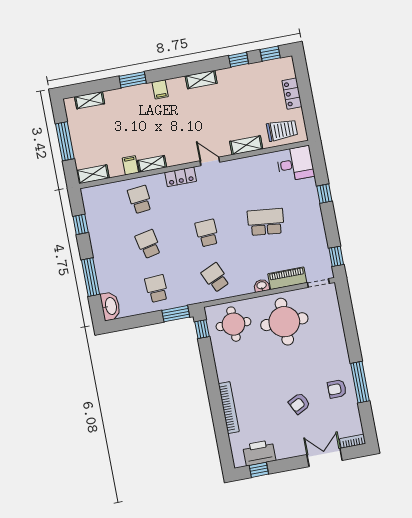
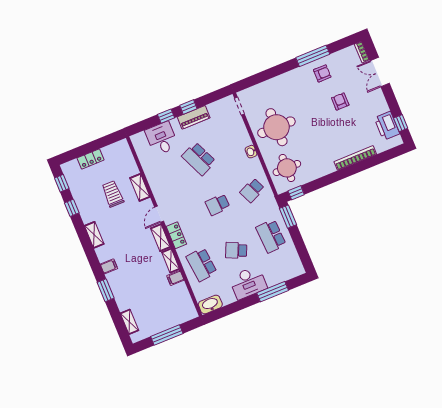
trolley: (282, 130) -> (113, 194), moved
desk: (295, 164) -> (162, 138), moved
shelving: (93, 174) -> (161, 238), moved
school desk: (140, 200) -> (202, 265), width x1.85
school desk: (266, 222) -> (199, 159), turned -30
window: (81, 224) -> (232, 308), removed
school desk: (148, 244) -> (236, 250), turned 36
desk: (107, 250) -> (248, 283), added
window: (336, 256) -> (188, 107), moved
piano: (287, 278) -> (194, 117), moved, turned -90
school desk: (157, 289) -> (271, 236), width x1.85
washbasin: (110, 306) -> (210, 304), moved
armchair: (337, 389) -> (322, 73), turned -90
armchair: (299, 403) -> (340, 101), turned -153

